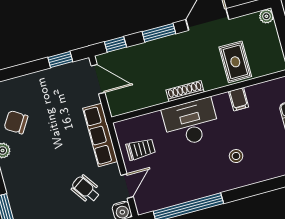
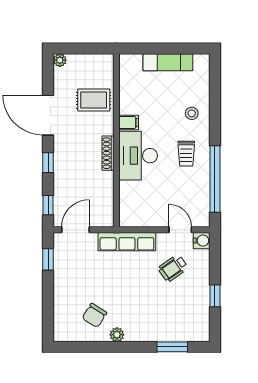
window: (159, 33) -> (48, 163), width x0.67
filing cabinet: (239, 99) -> (129, 123), moved
trolley: (141, 149) -> (186, 154), moved, turned 180
stool: (236, 156) -> (192, 113), moved

